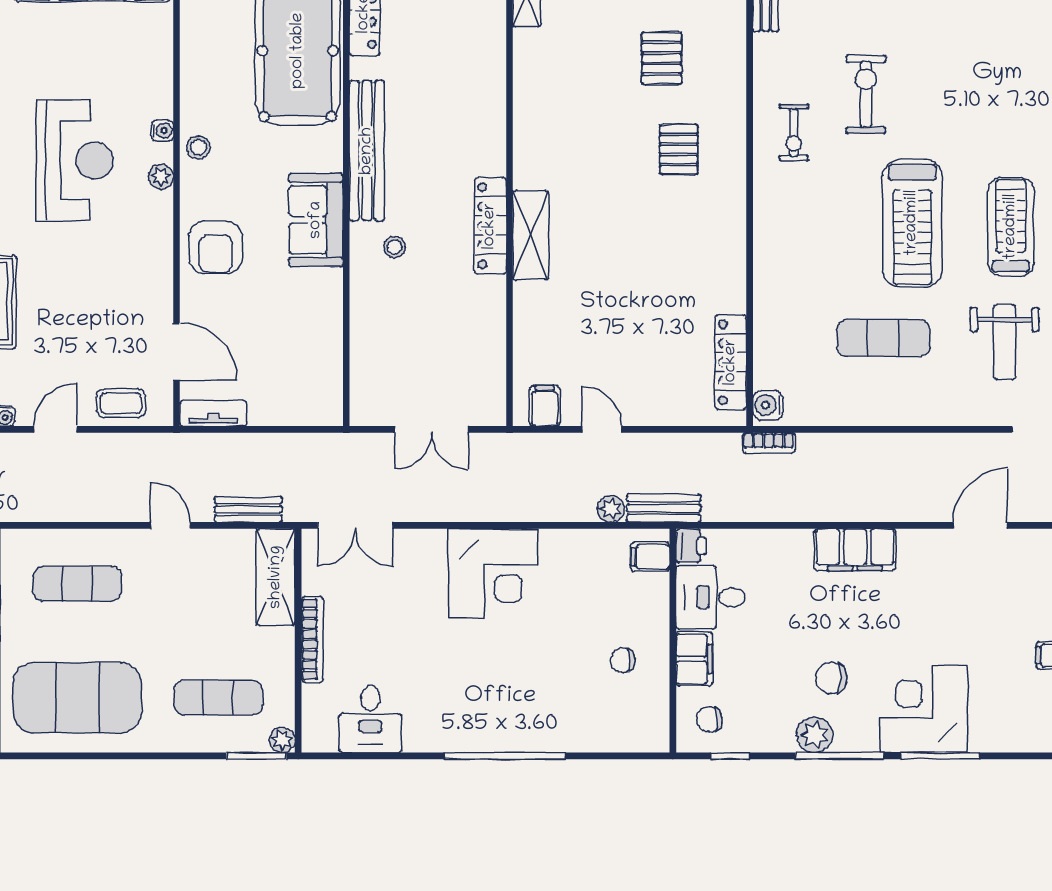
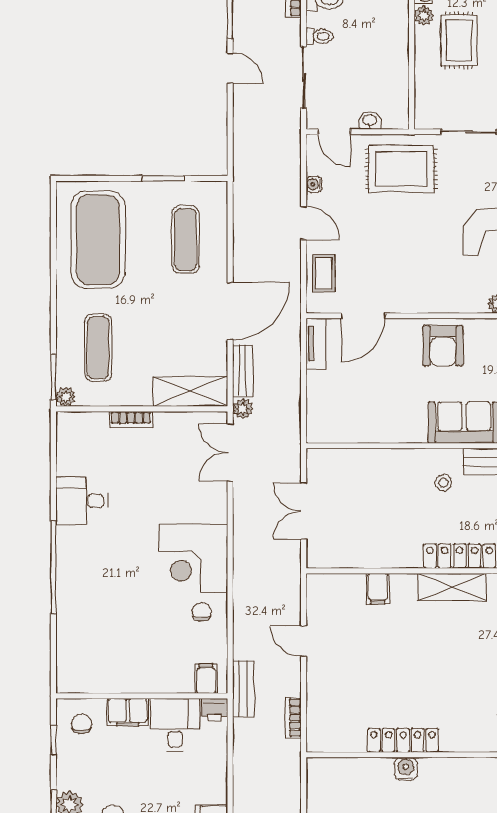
armchair: (216, 247) -> (443, 346), turned -90
locker: (731, 362) -> (403, 740), moved
water cooler: (768, 405) -> (406, 769), moved
filing cabinet: (545, 406) -> (378, 589), moved, turned 90
door: (602, 429) -> (304, 641), swing flipped
bookcase: (769, 443) -> (293, 718), moved
plant: (611, 509) -> (243, 409), moved
door: (170, 525) -> (230, 311), width x1.87
bookcase: (312, 639) -> (131, 420), width x0.64
chair: (623, 660) -> (202, 612), moved
desk: (370, 719) -> (82, 501), moved

